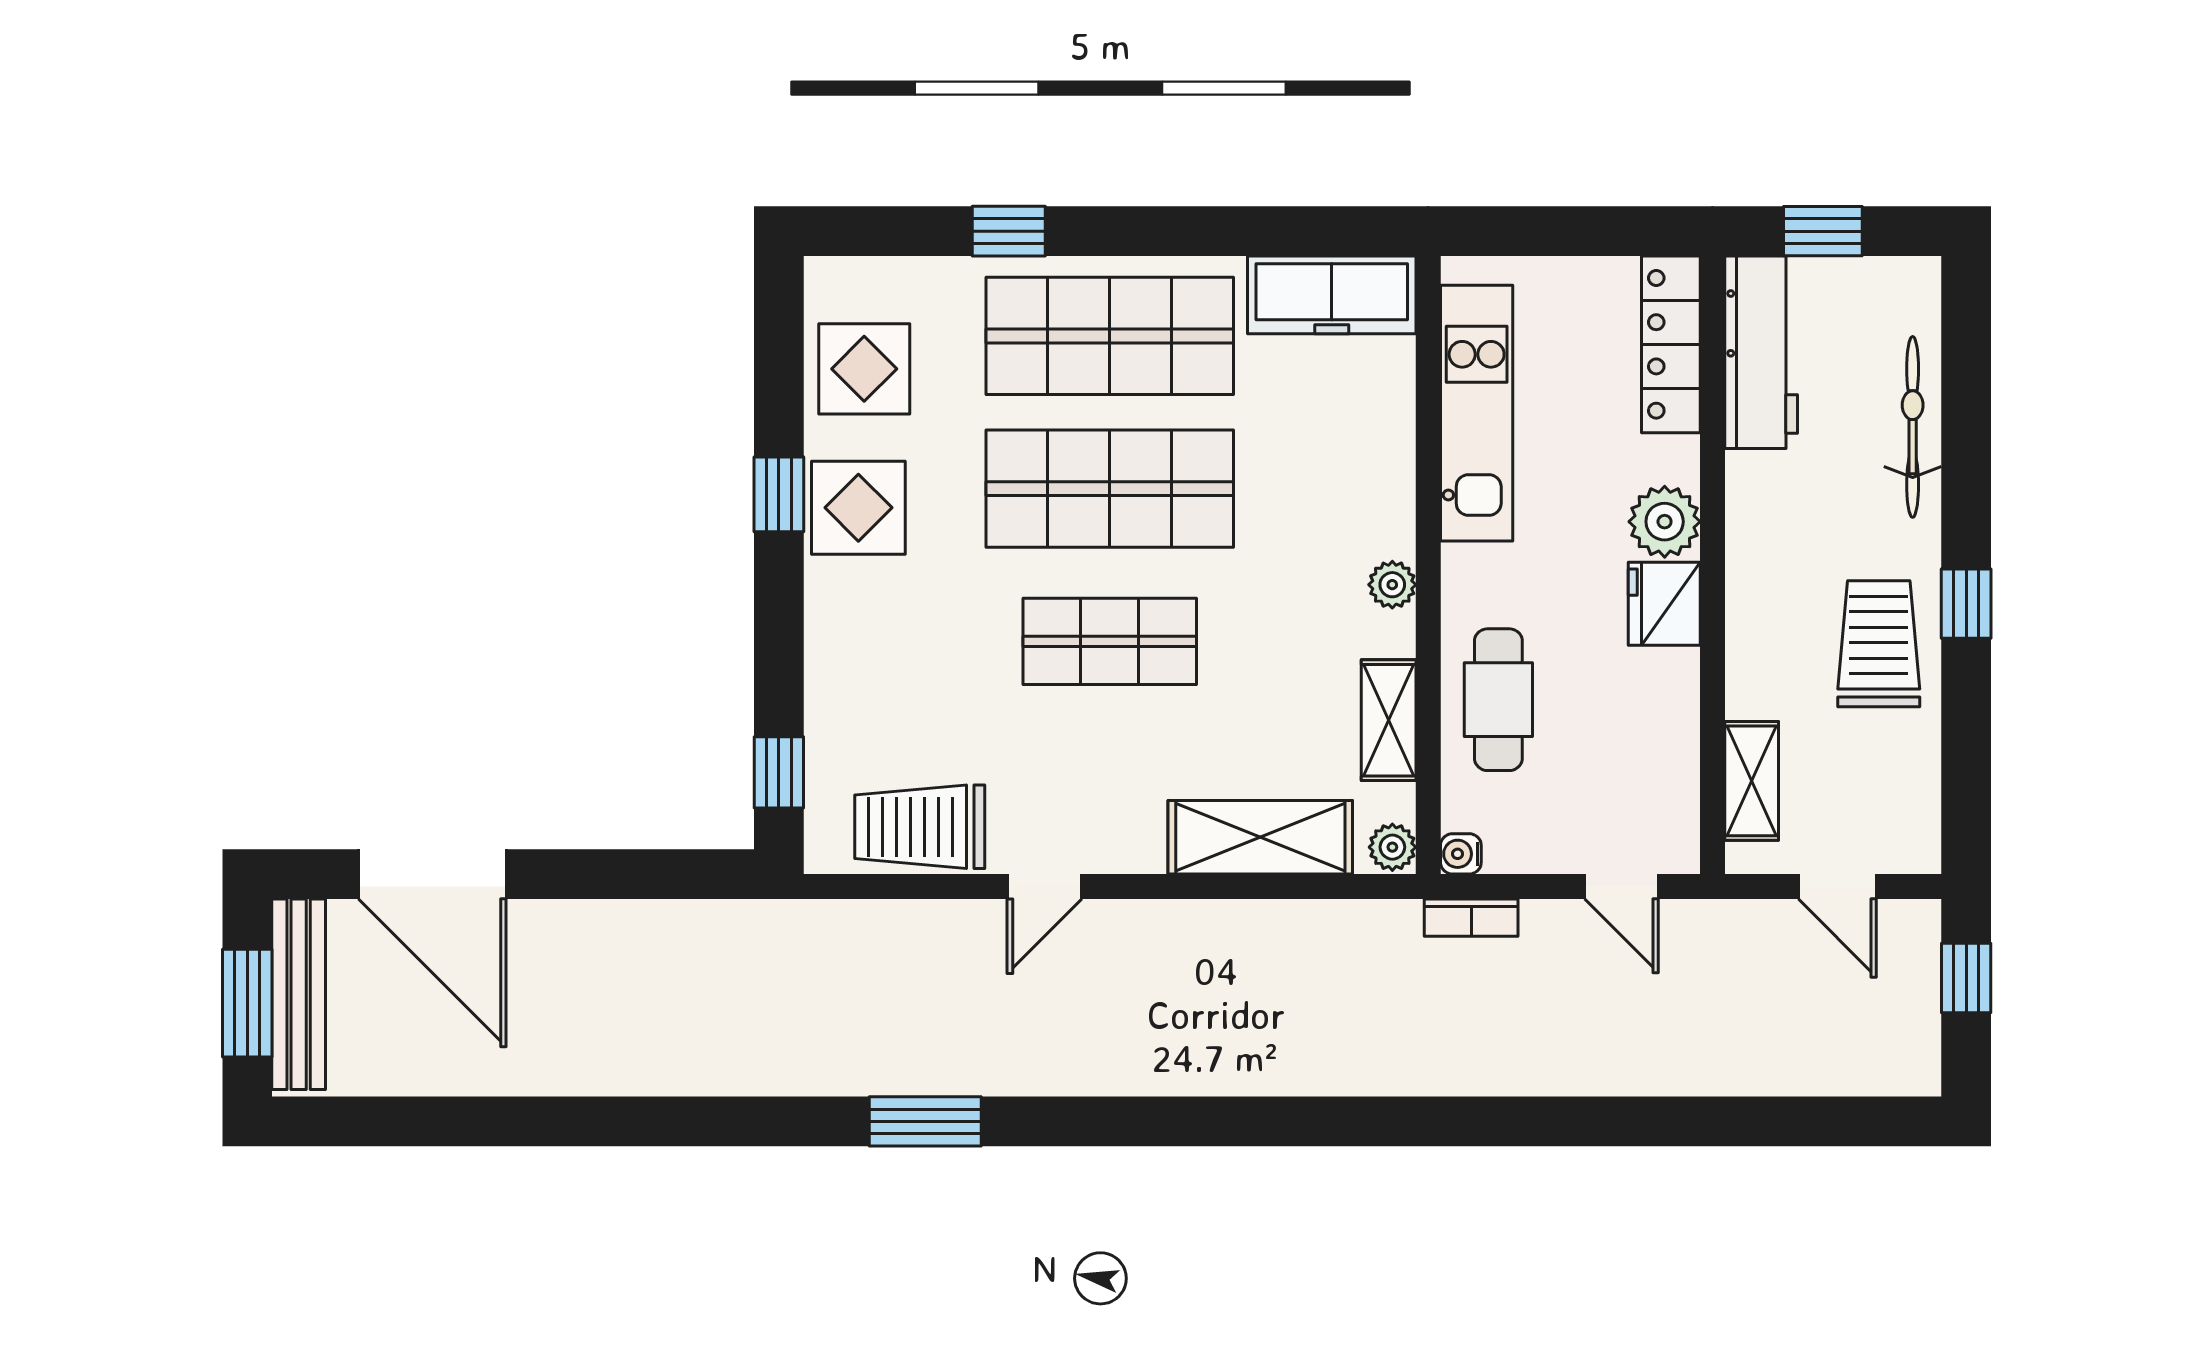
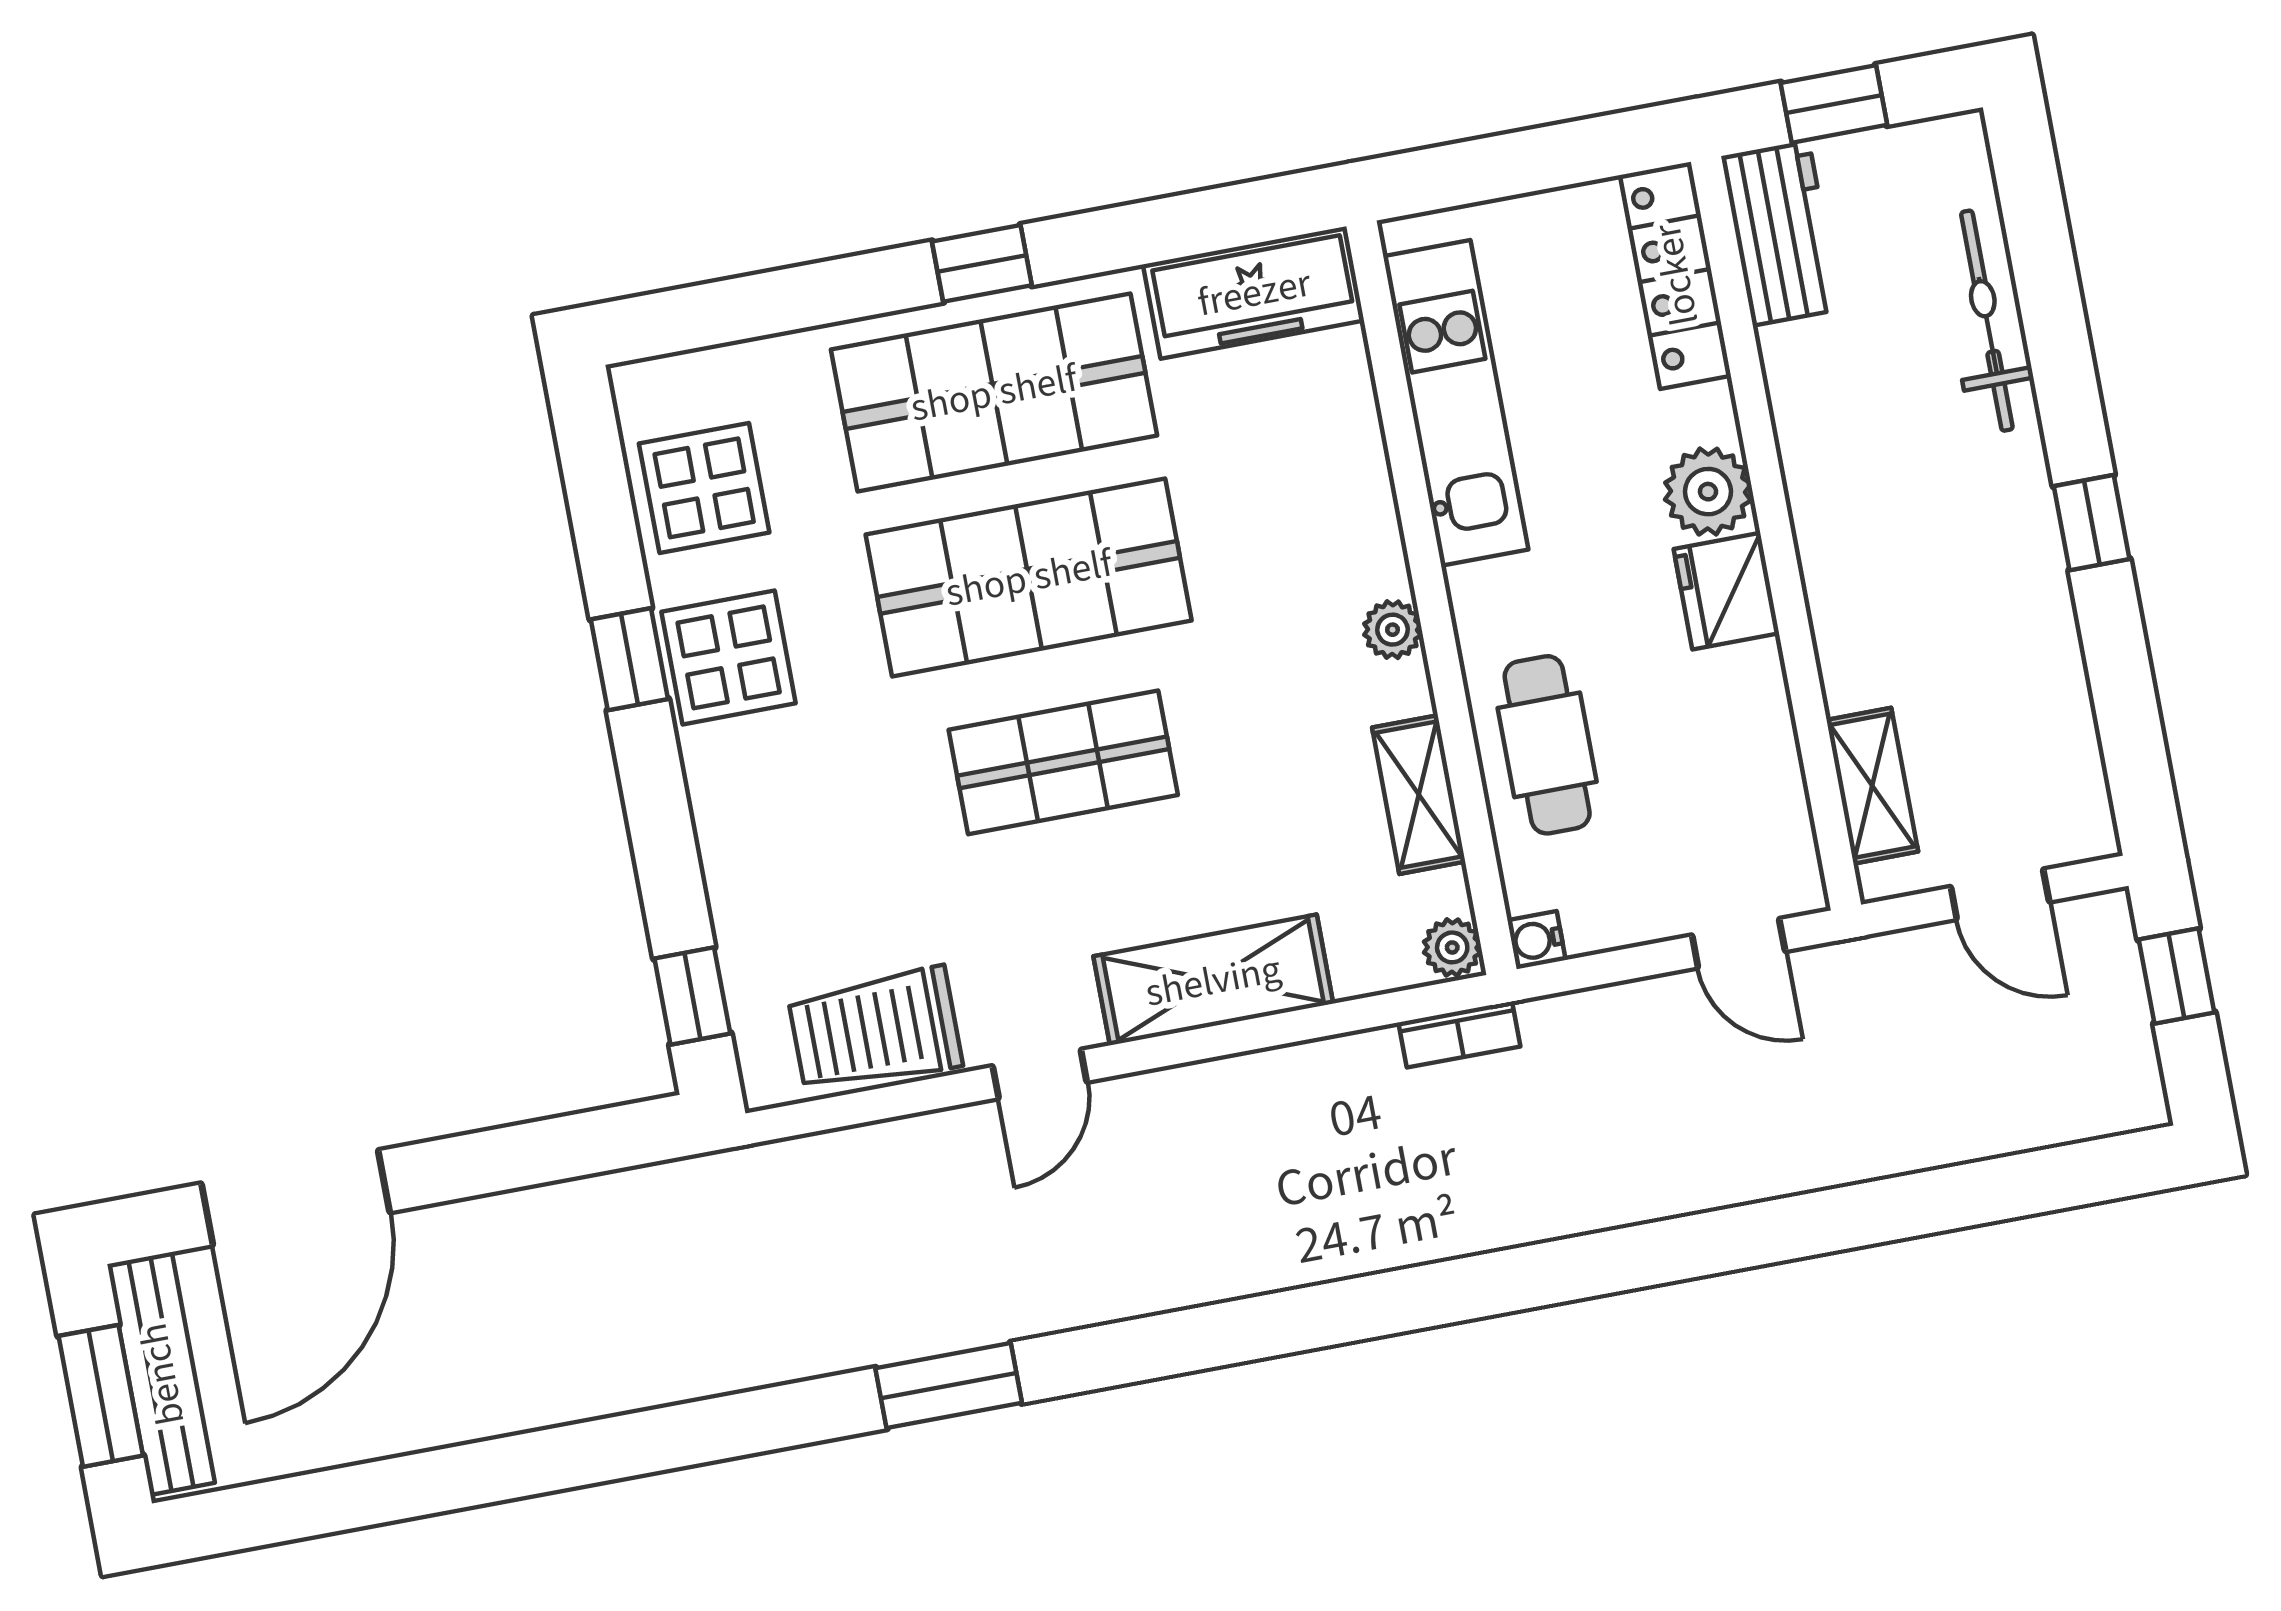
window: (1009, 231) -> (982, 263), moved
workbench: (1761, 352) -> (1781, 233), width x0.73
trolley: (1879, 644) -> (1995, 591), removed
shelving: (1260, 837) -> (1213, 980), moved
door: (432, 874) -> (295, 1198), hinge flipped
bookcase: (1471, 918) -> (1459, 1034), moved

